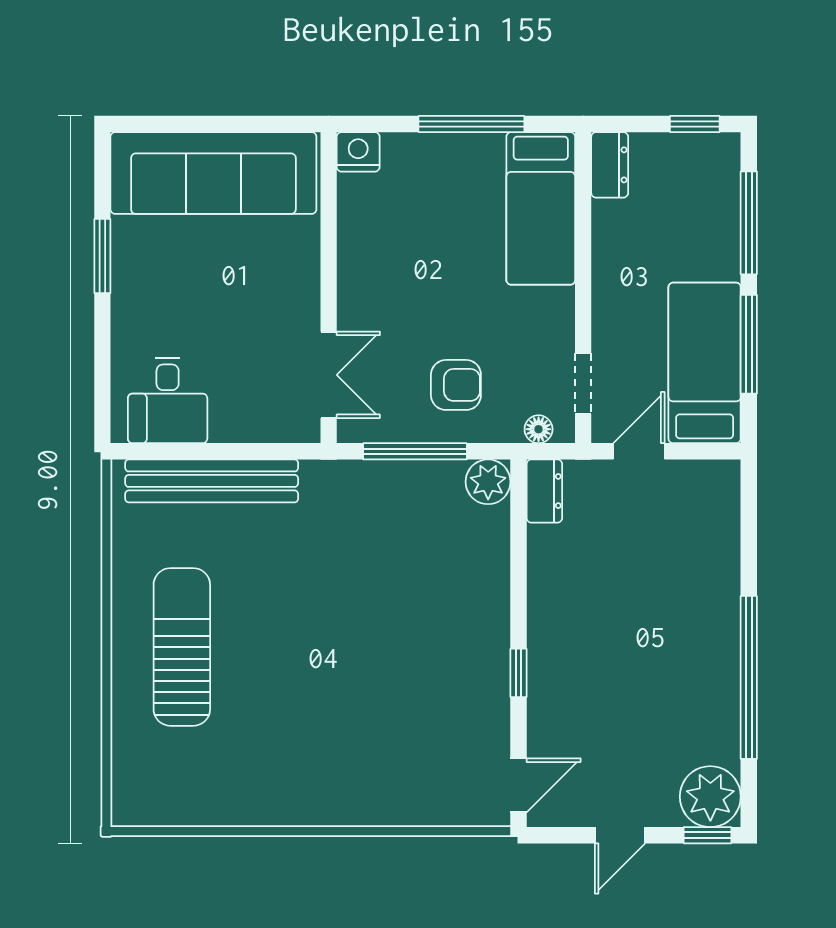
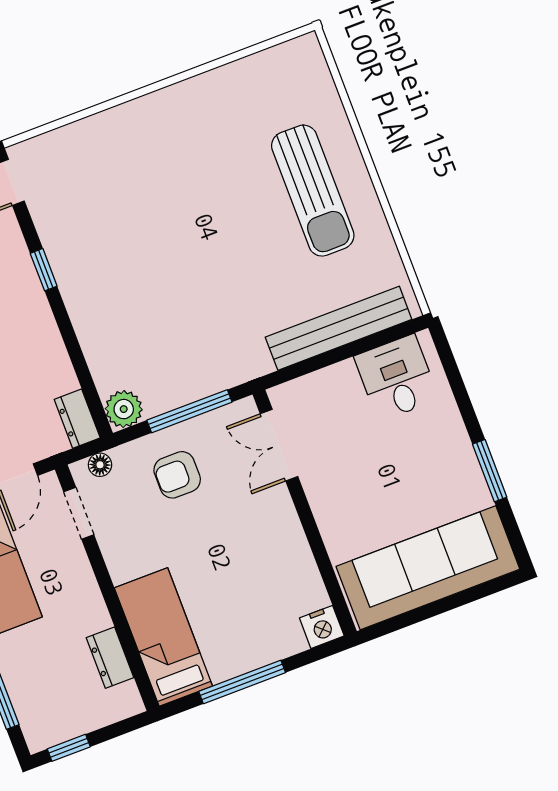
dresser: (610, 165) -> (110, 658), moved

